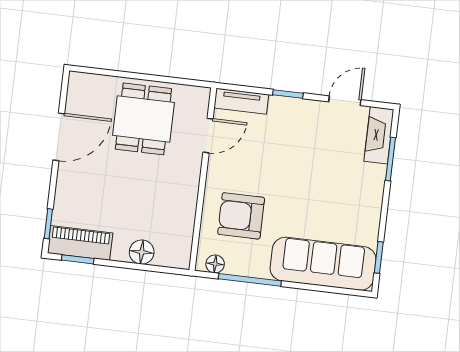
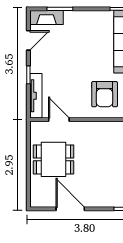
tv unit: (241, 101) -> (36, 96), width x1.41
door: (345, 101) -> (28, 40), swing flipped

